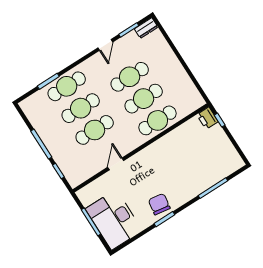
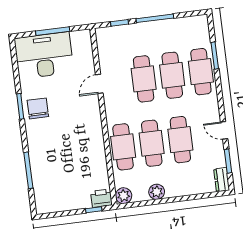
plant: (181, 76) -> (157, 192), added
plant: (197, 101) -> (124, 196), added
door: (116, 164) -> (99, 84), swing flipped
chair: (159, 204) -> (38, 108), turned -99

